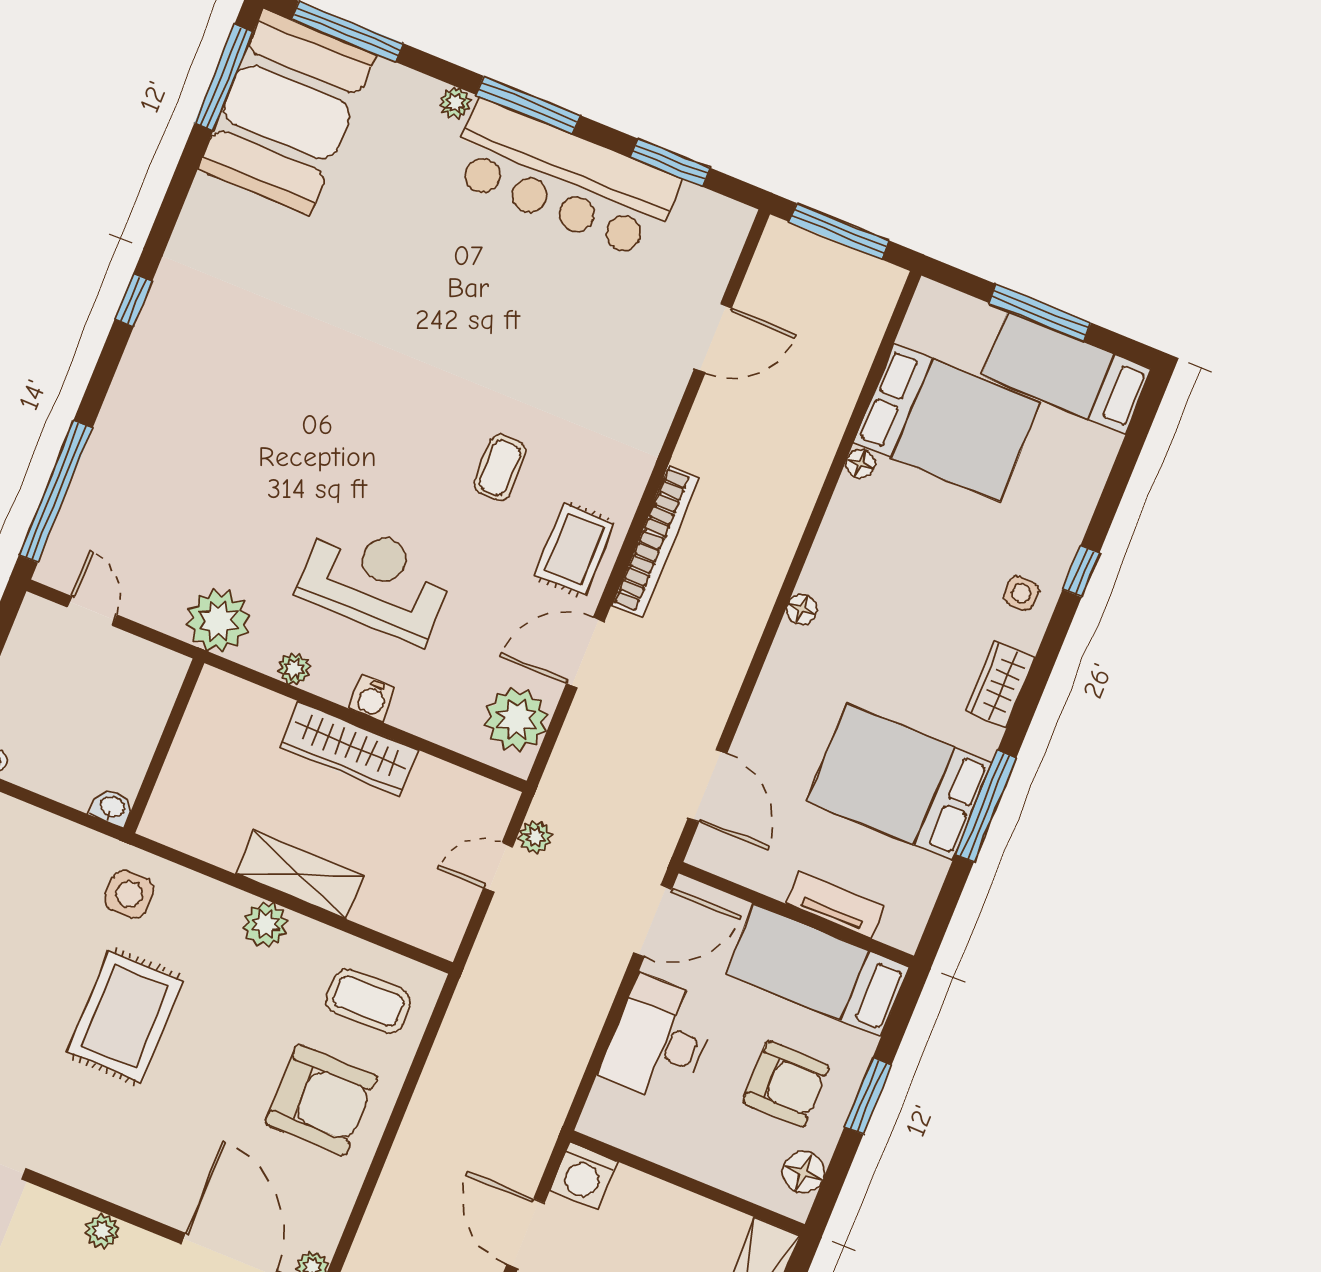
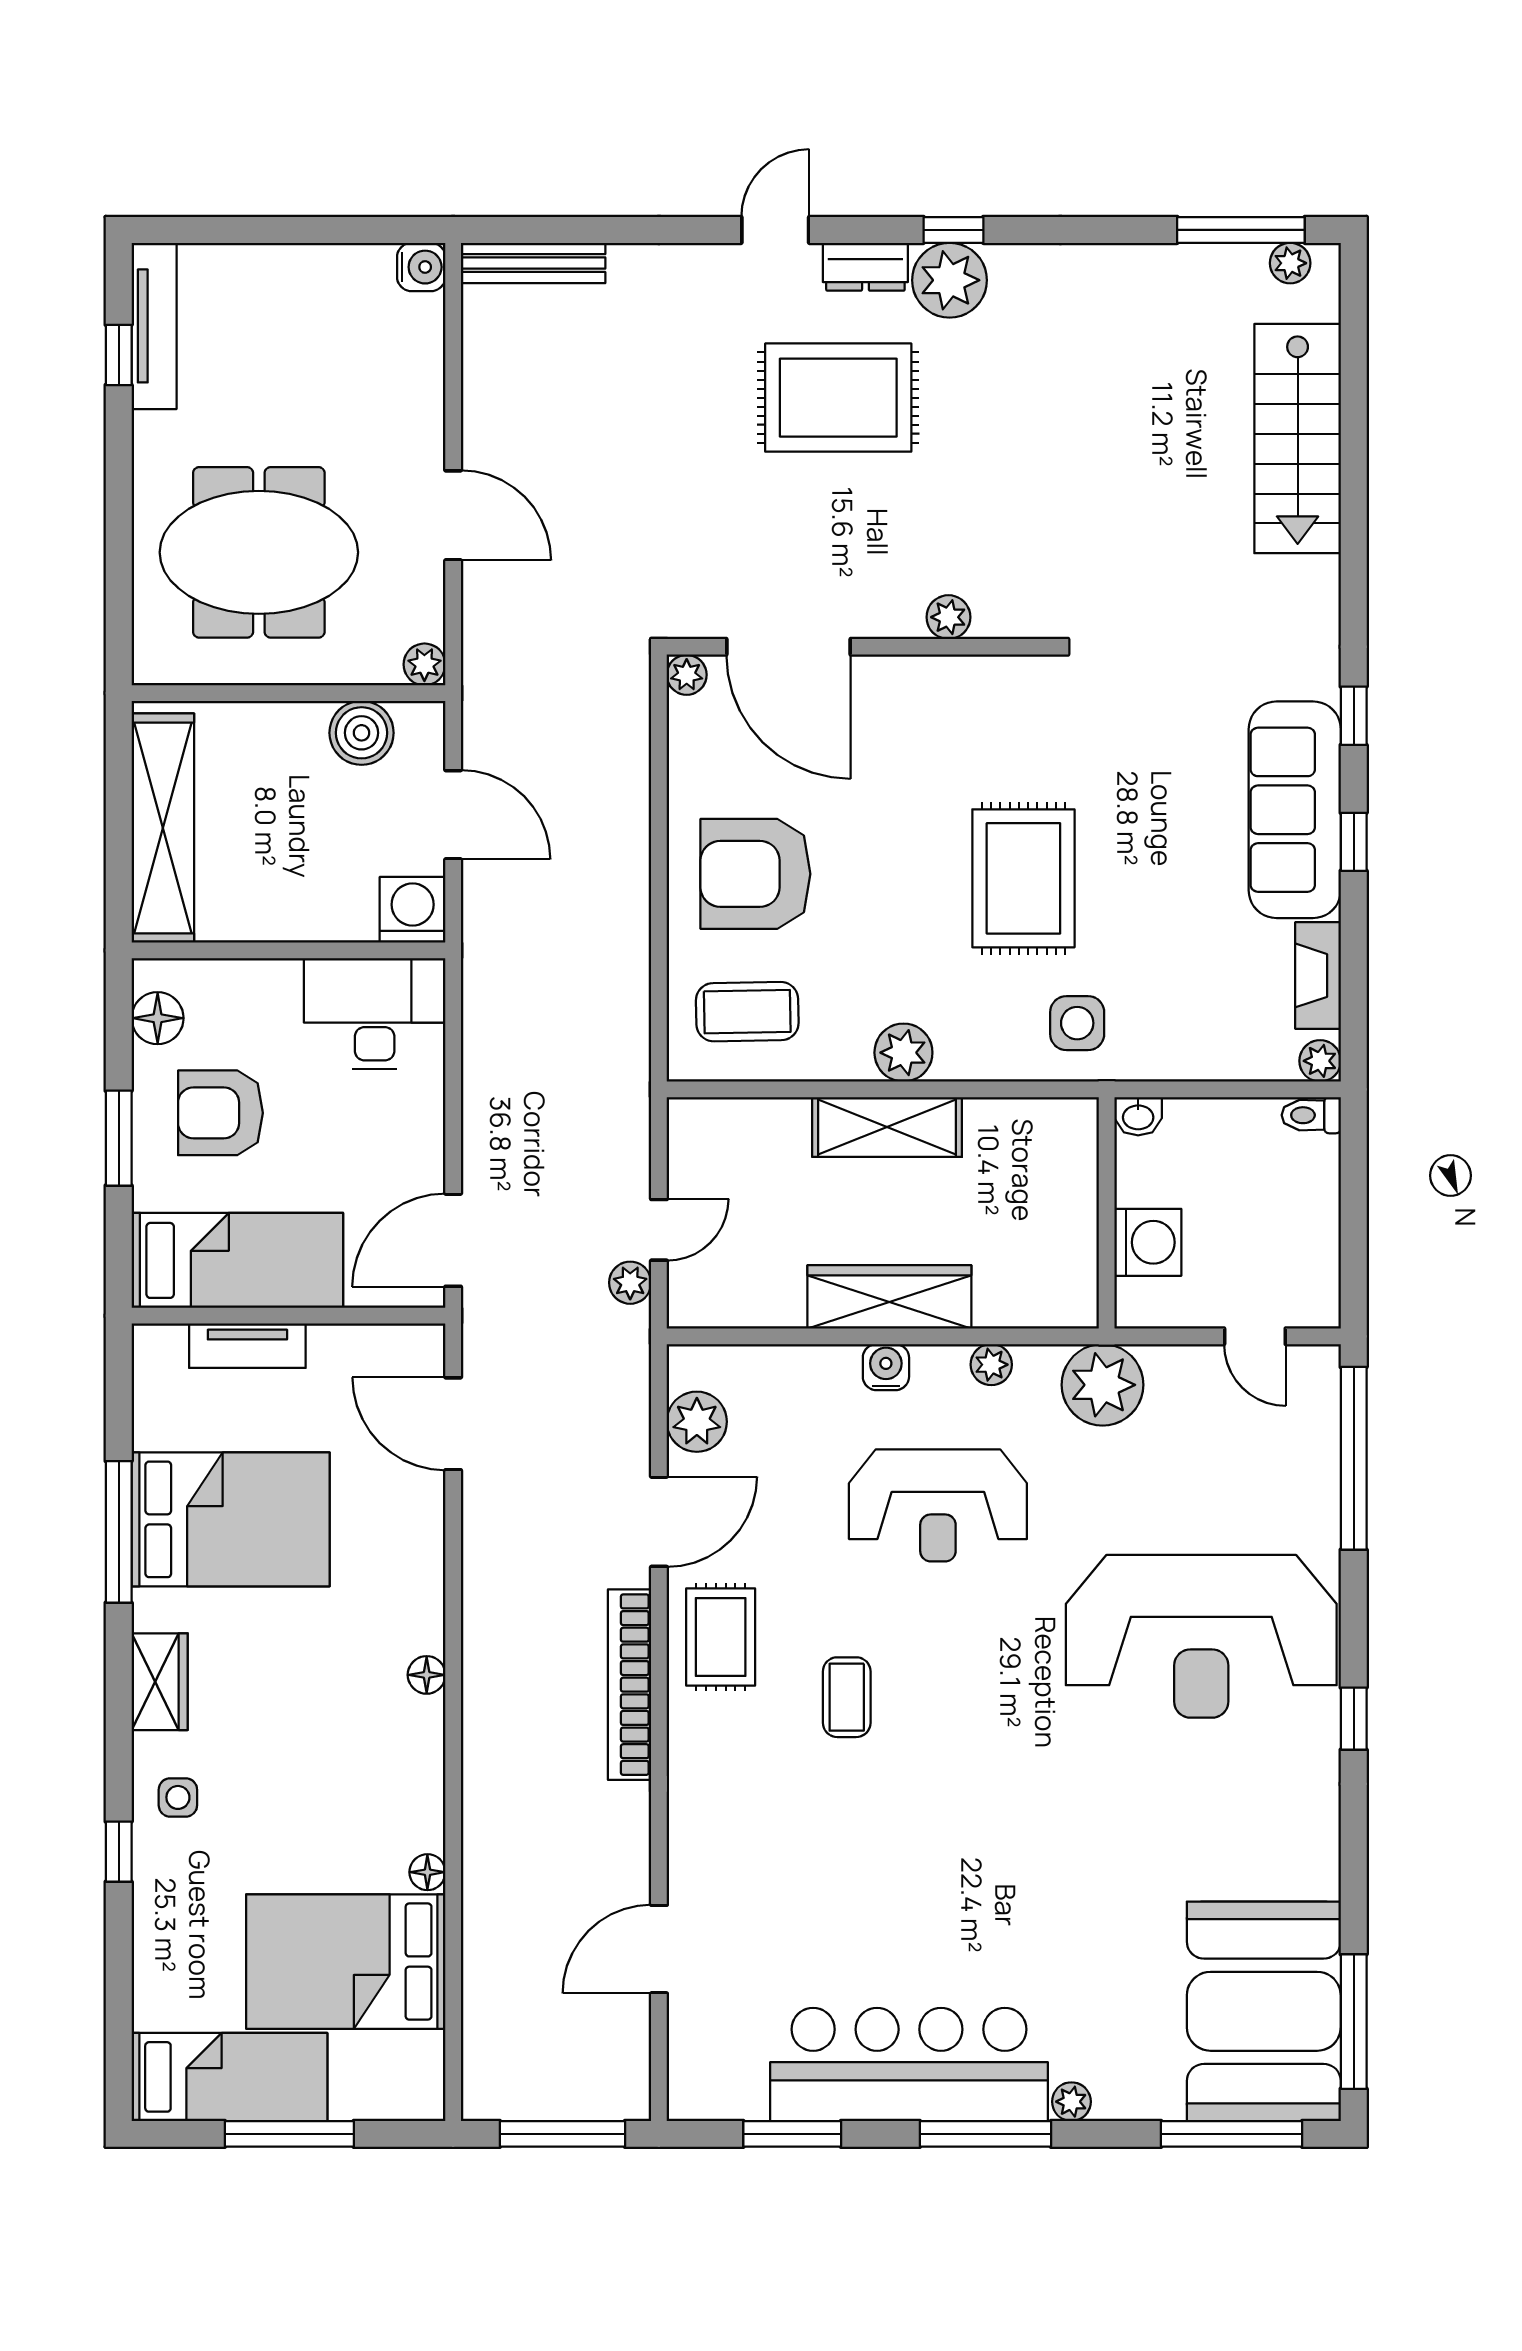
reception desk: (221, 406) -> (1201, 1636), added
washing machine: (143, 712) -> (1148, 1242), added
plant: (516, 719) -> (697, 1422), width x0.73, depth x0.73
desk: (659, 1040) -> (375, 1014), moved, turned -90

